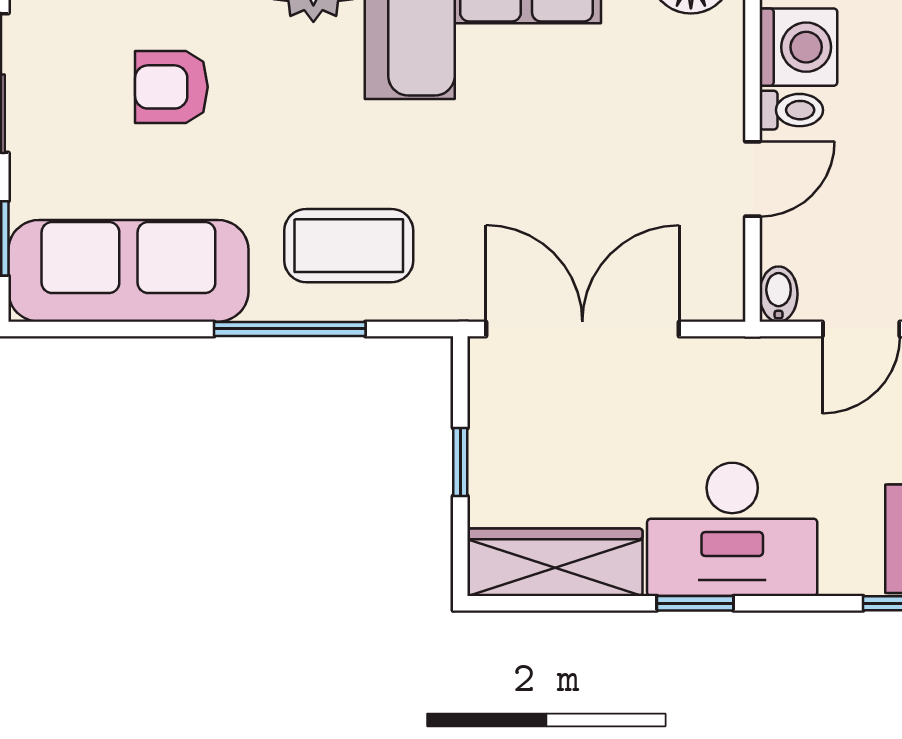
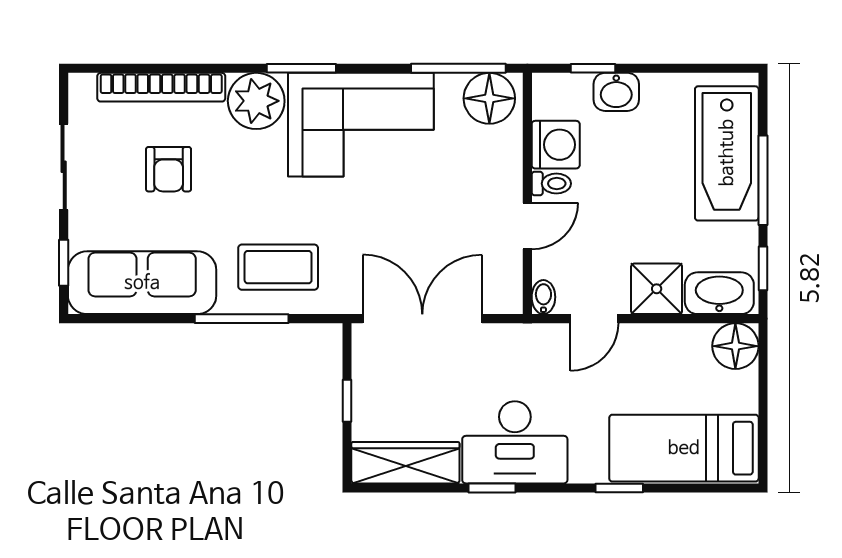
armchair: (171, 87) -> (169, 169), turned -90

